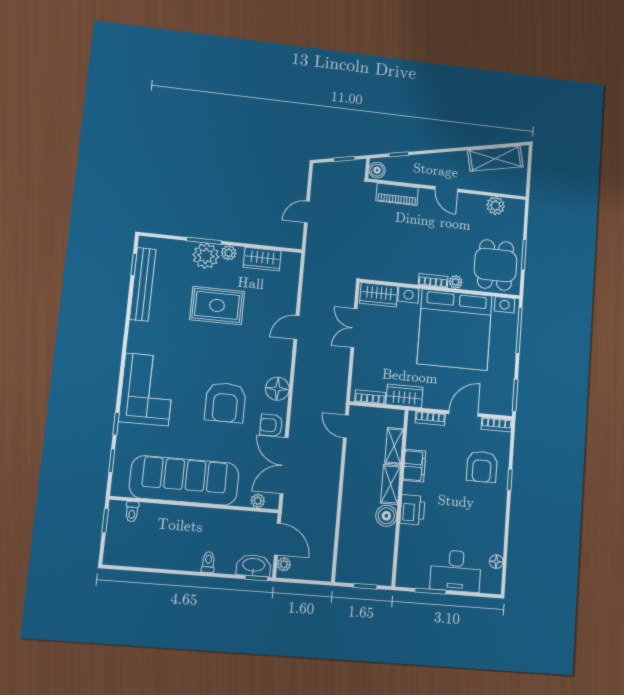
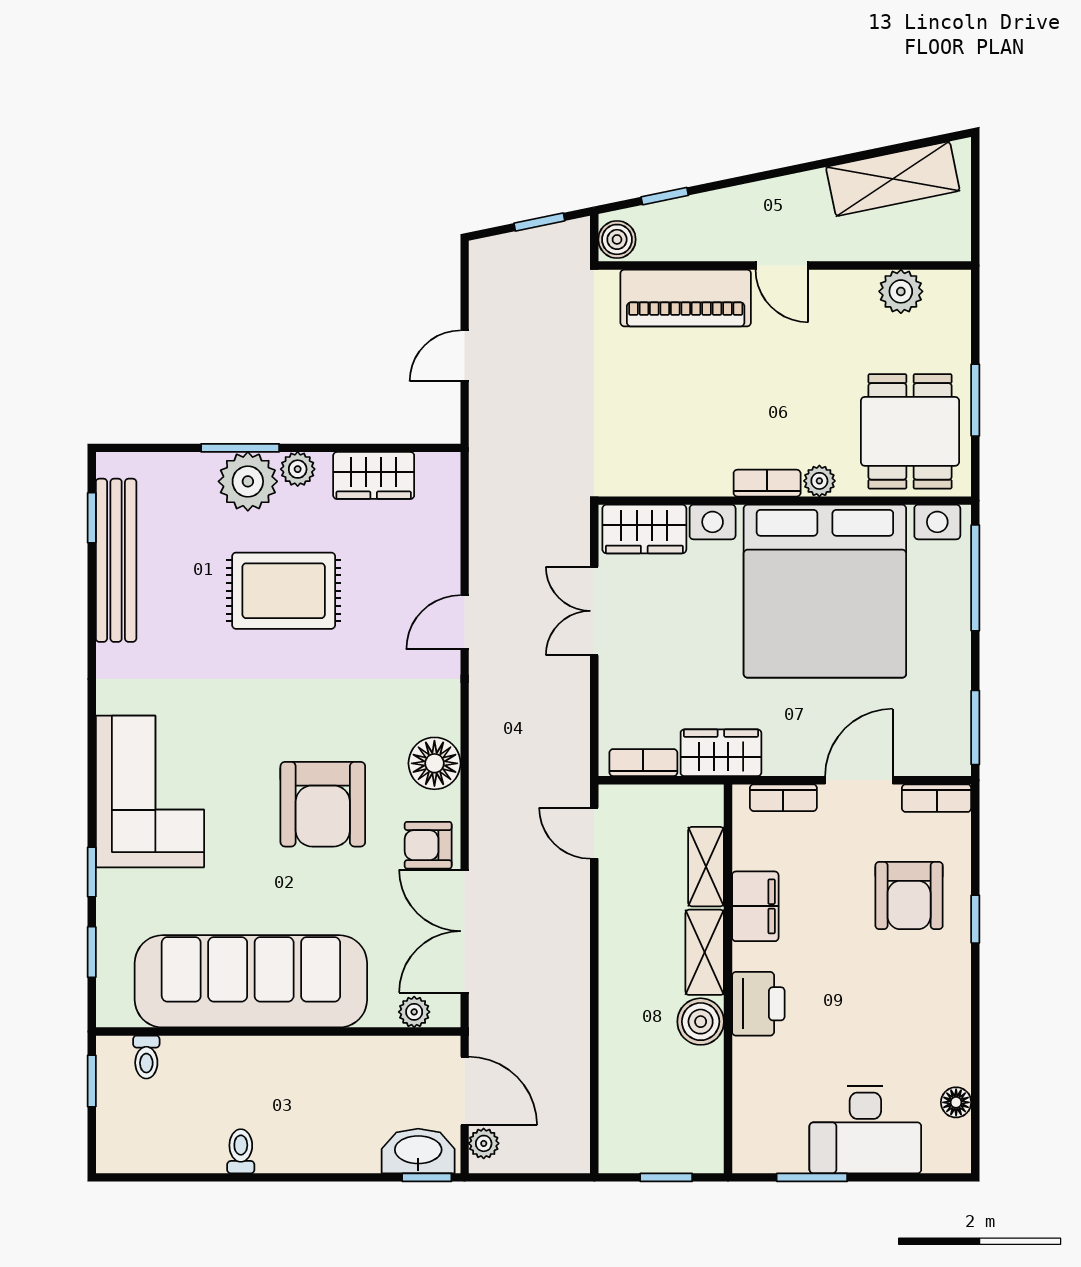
piano: (397, 194) -> (686, 298), width x1.37, depth x1.33
toilet: (208, 562) -> (241, 1151), moved

